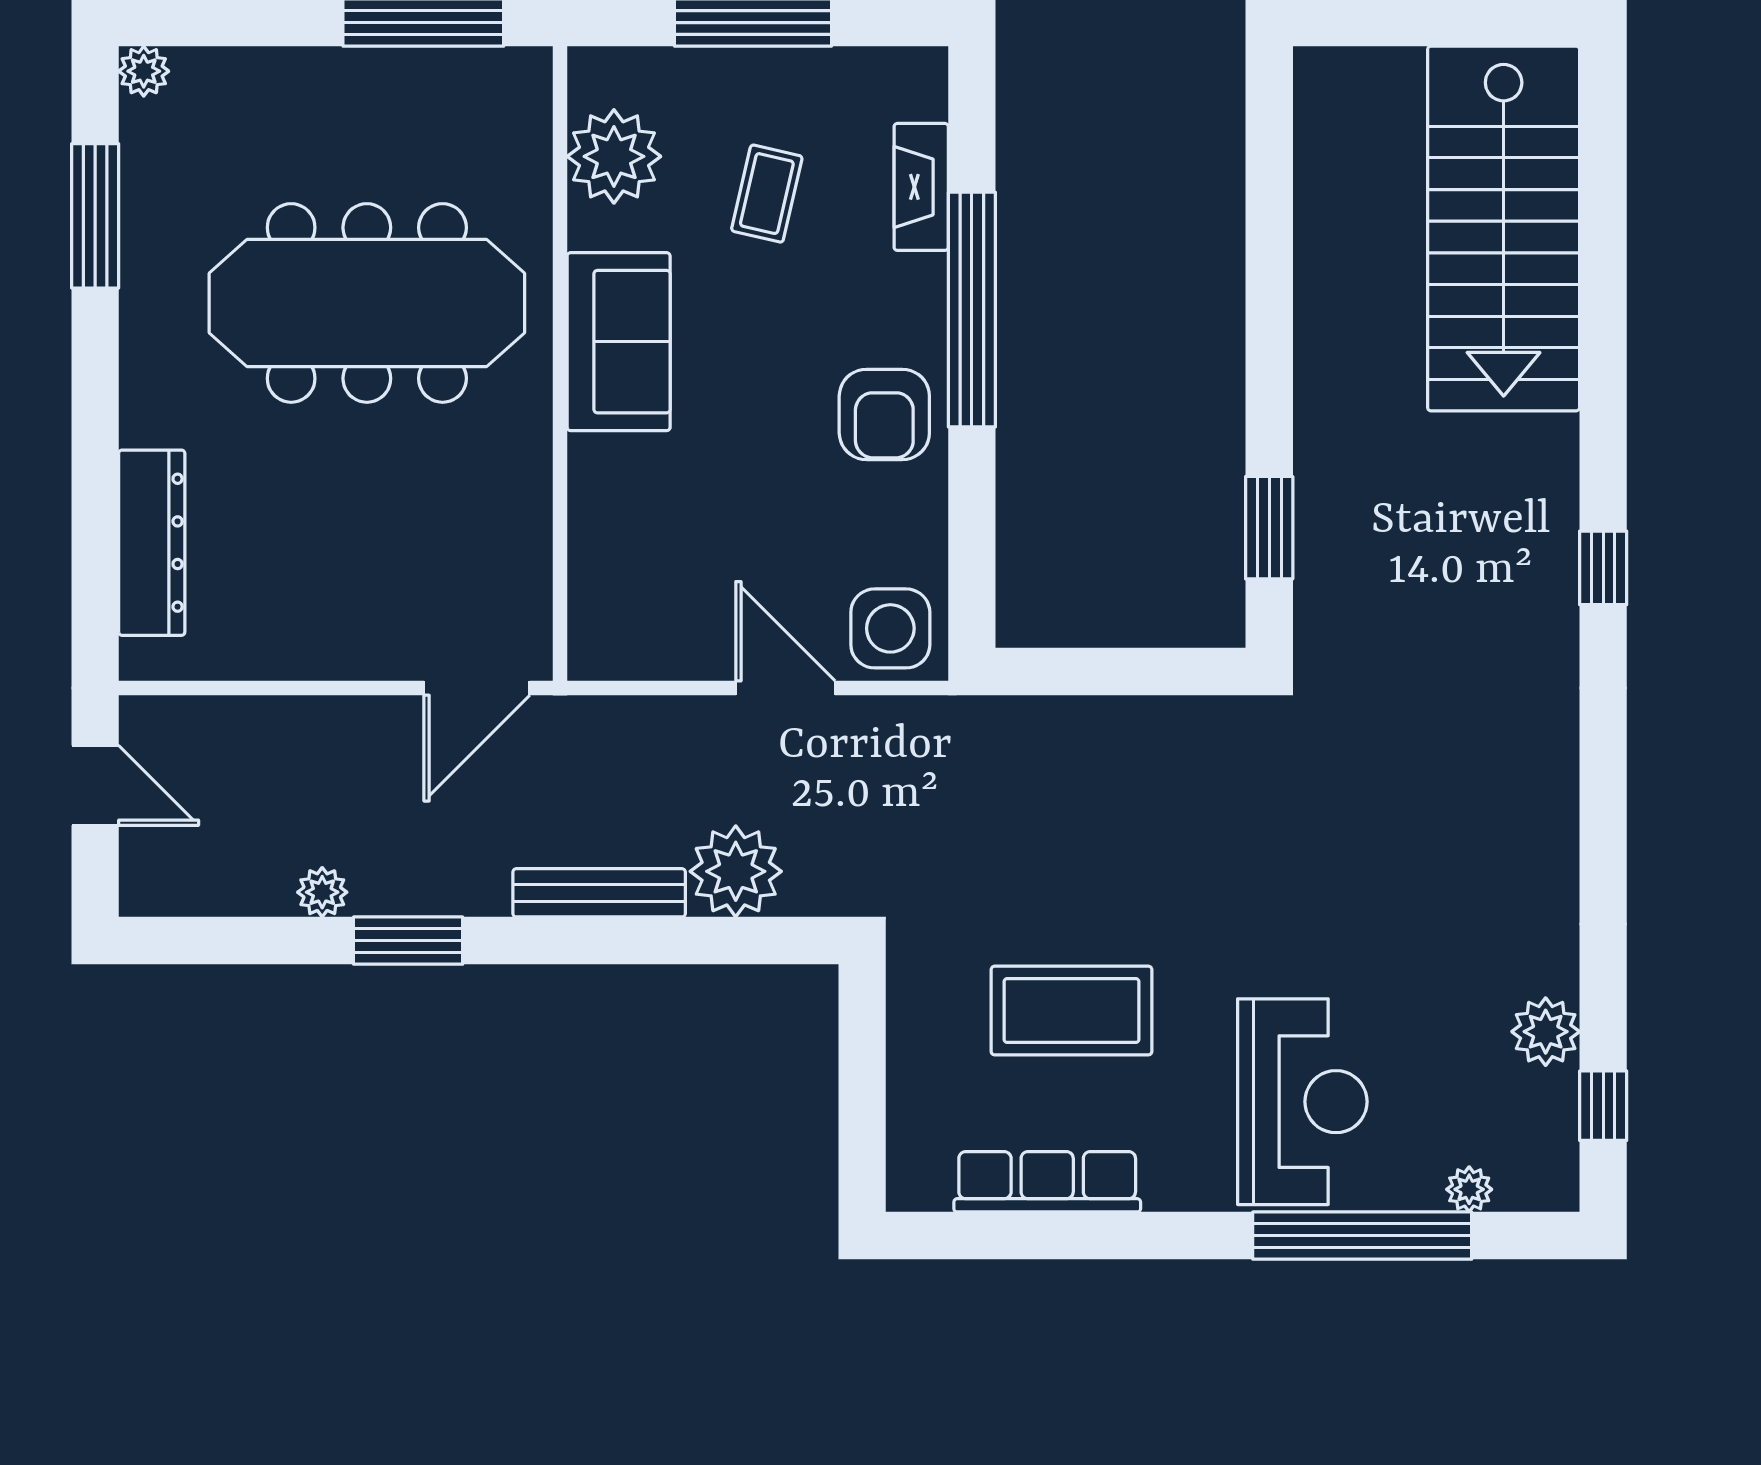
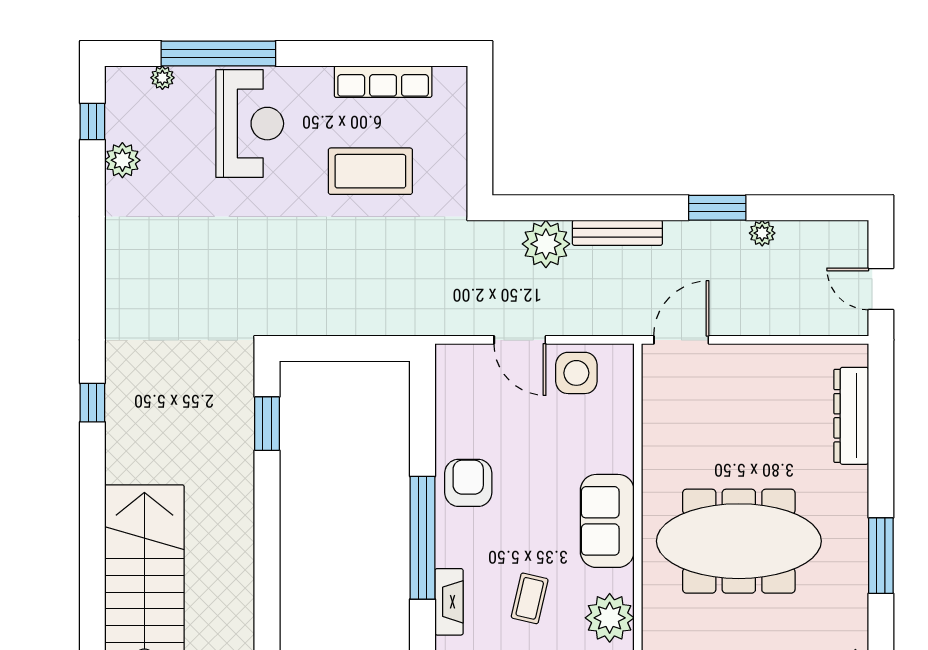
window: (95, 216) -> (881, 556), moved
side table: (890, 628) -> (576, 373), moved
reception desk: (1302, 1102) -> (250, 124), turned 180

